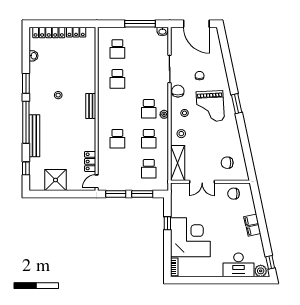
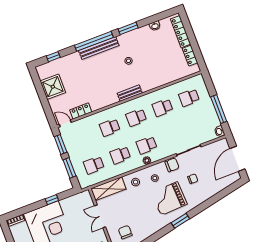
school desk: (117, 109) -> (136, 118), added
bench: (34, 136) -> (99, 48), moved

